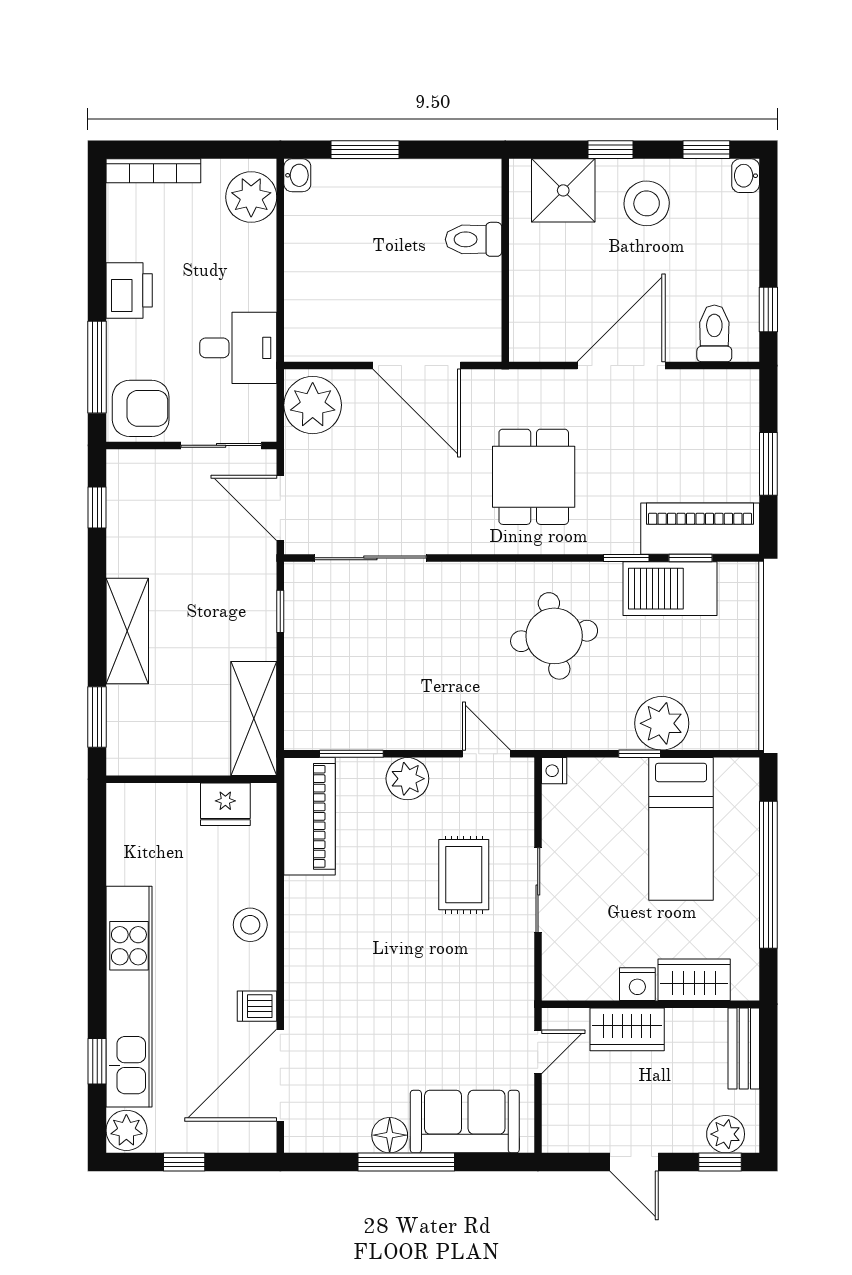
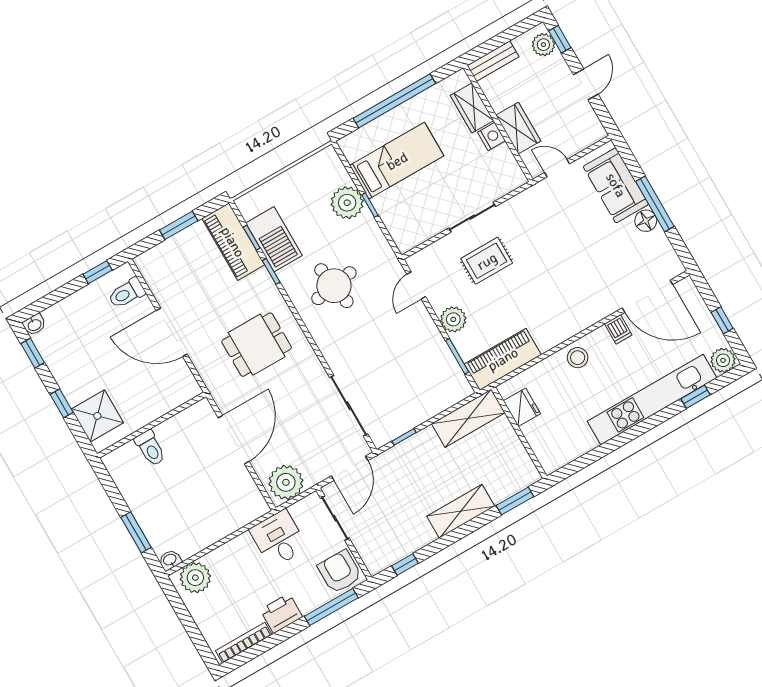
bookcase: (153, 171) -> (244, 643), moved, turned -90
stool: (647, 203) -> (79, 368), removed
nightstand: (554, 771) -> (405, 245), removed

